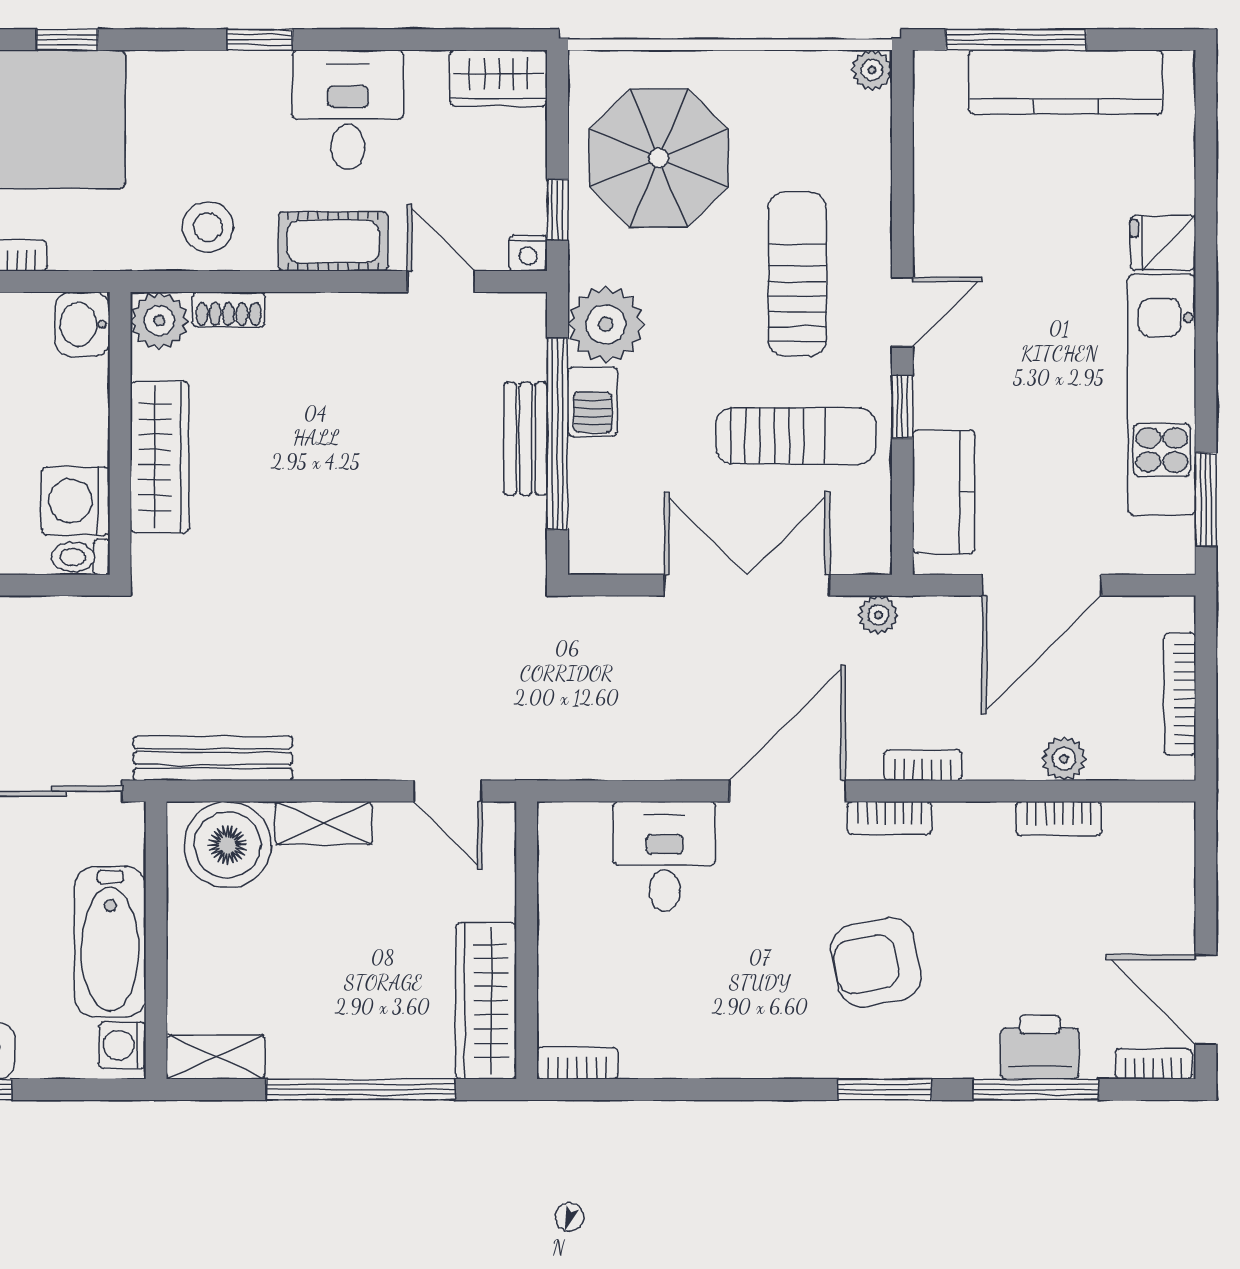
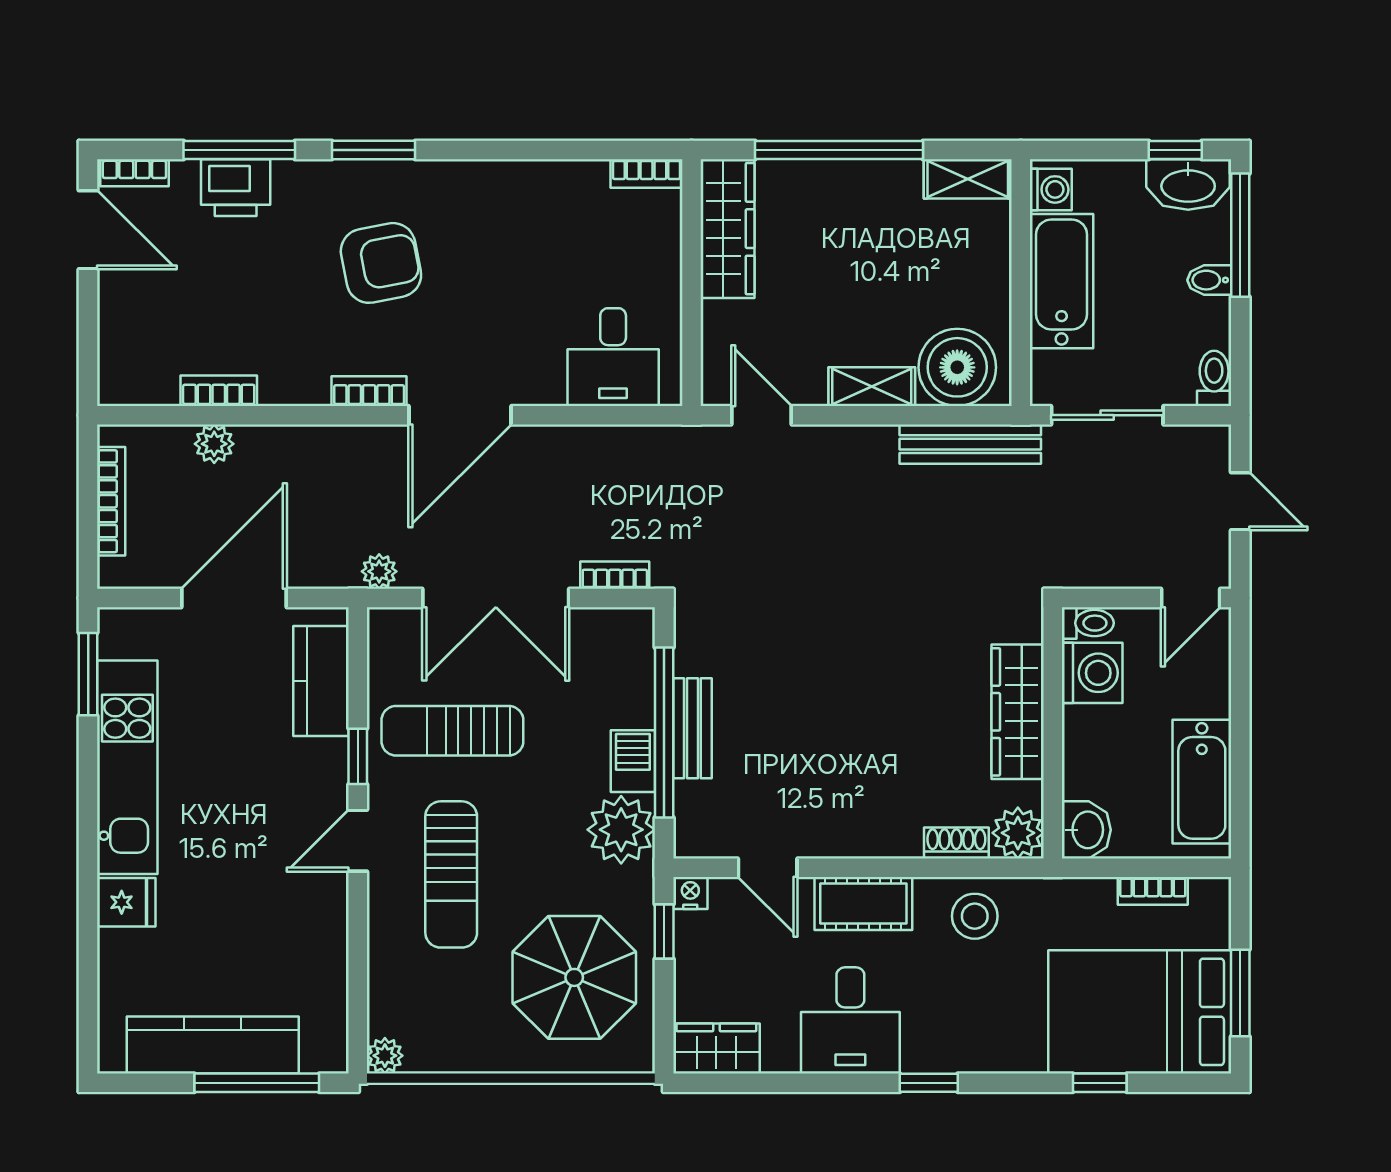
bookcase: (923, 765) -> (615, 575), moved, turned 180
desk: (664, 856) -> (613, 357), moved

